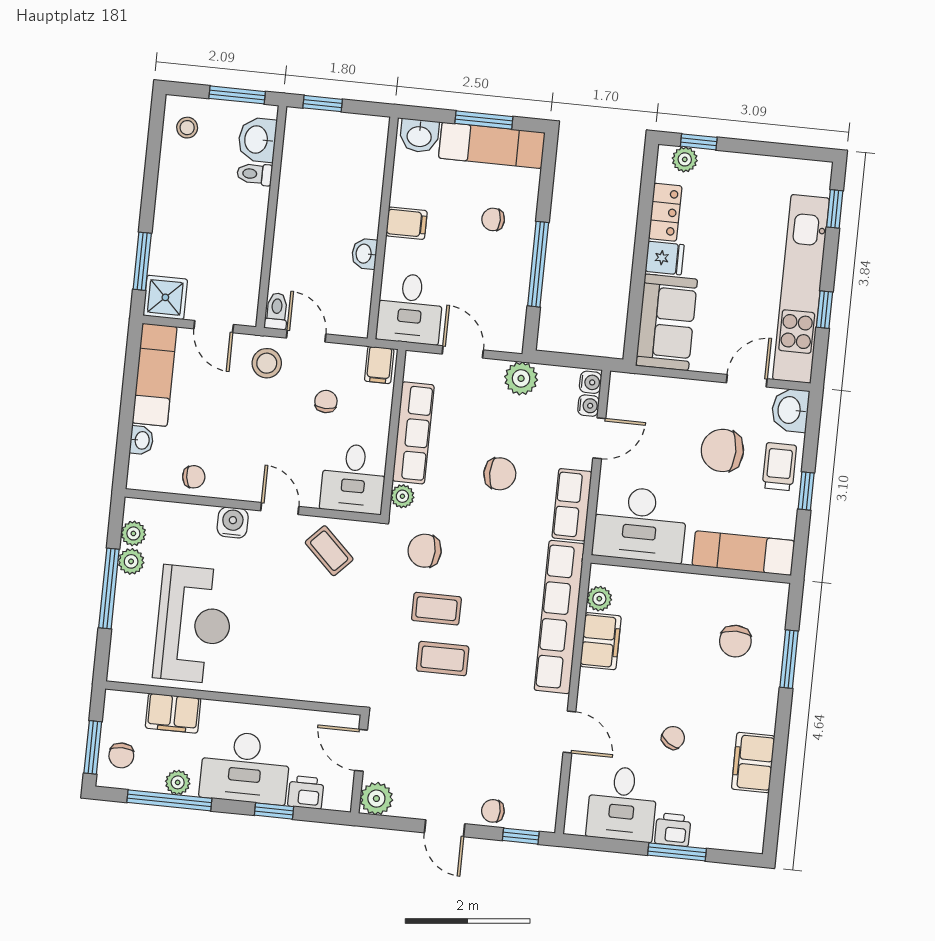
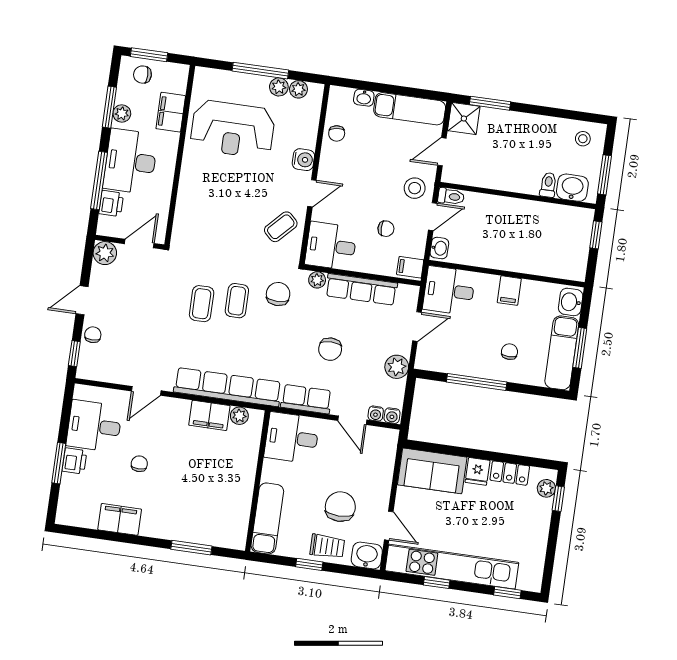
washbasin: (364, 254) -> (439, 248), moved, turned 90
desk: (640, 524) -> (292, 438), width x0.73
chair: (735, 641) -> (206, 510), removed
chair: (673, 738) -> (139, 464), turned -124
window: (169, 800) -> (109, 107), width x0.69
window: (274, 811) -> (99, 181), width x2.17

